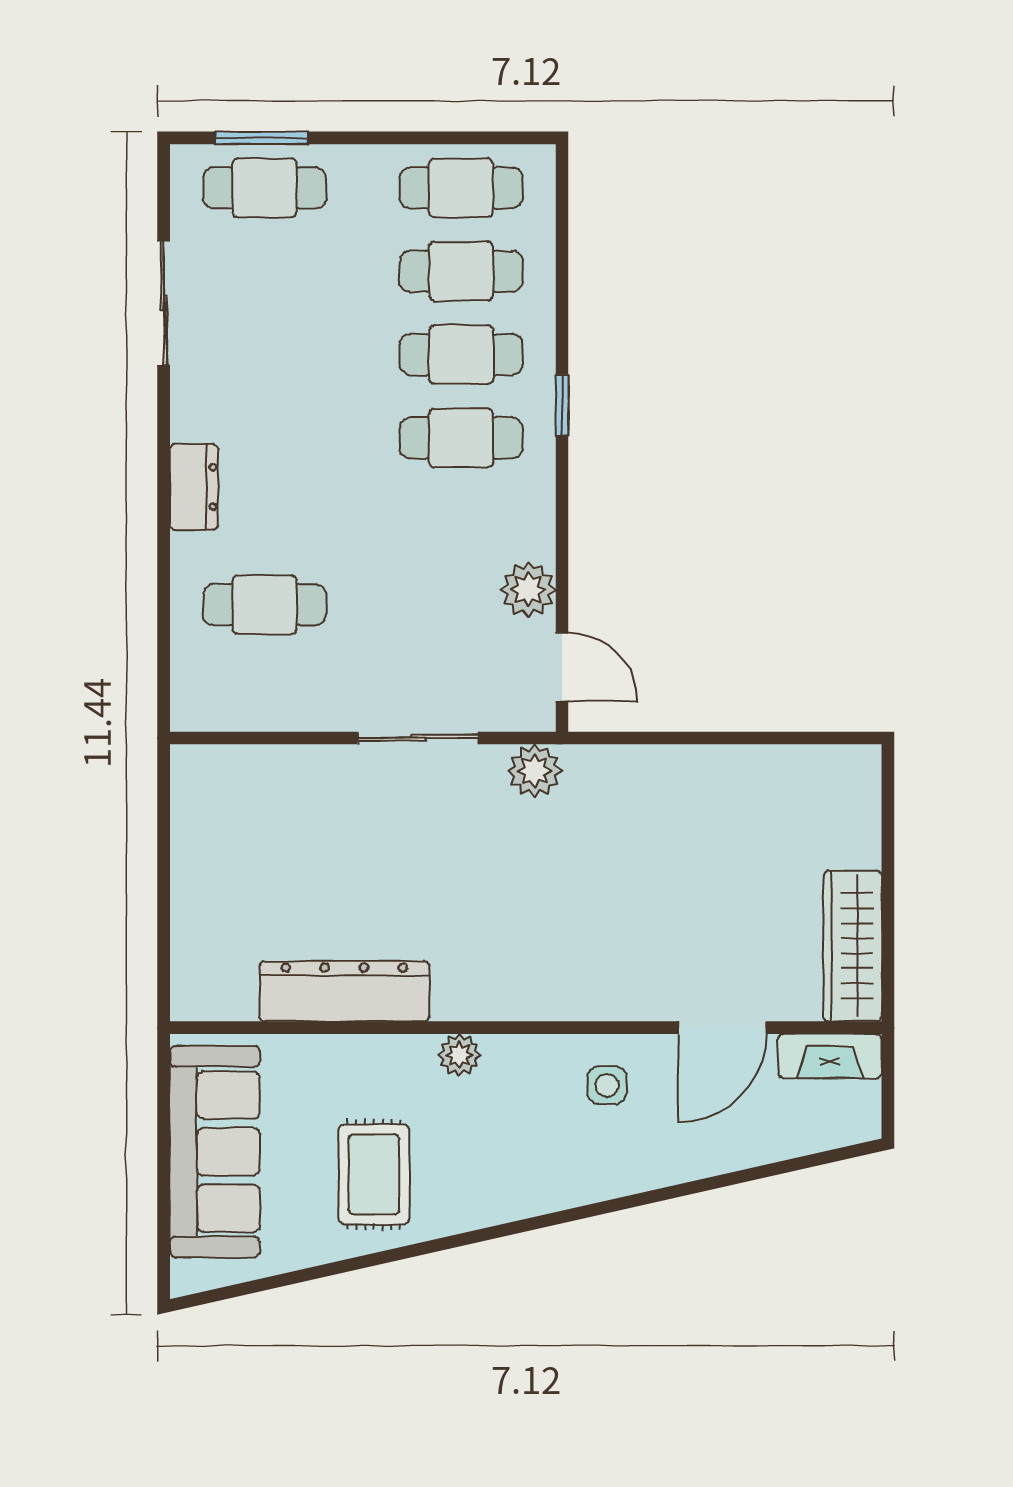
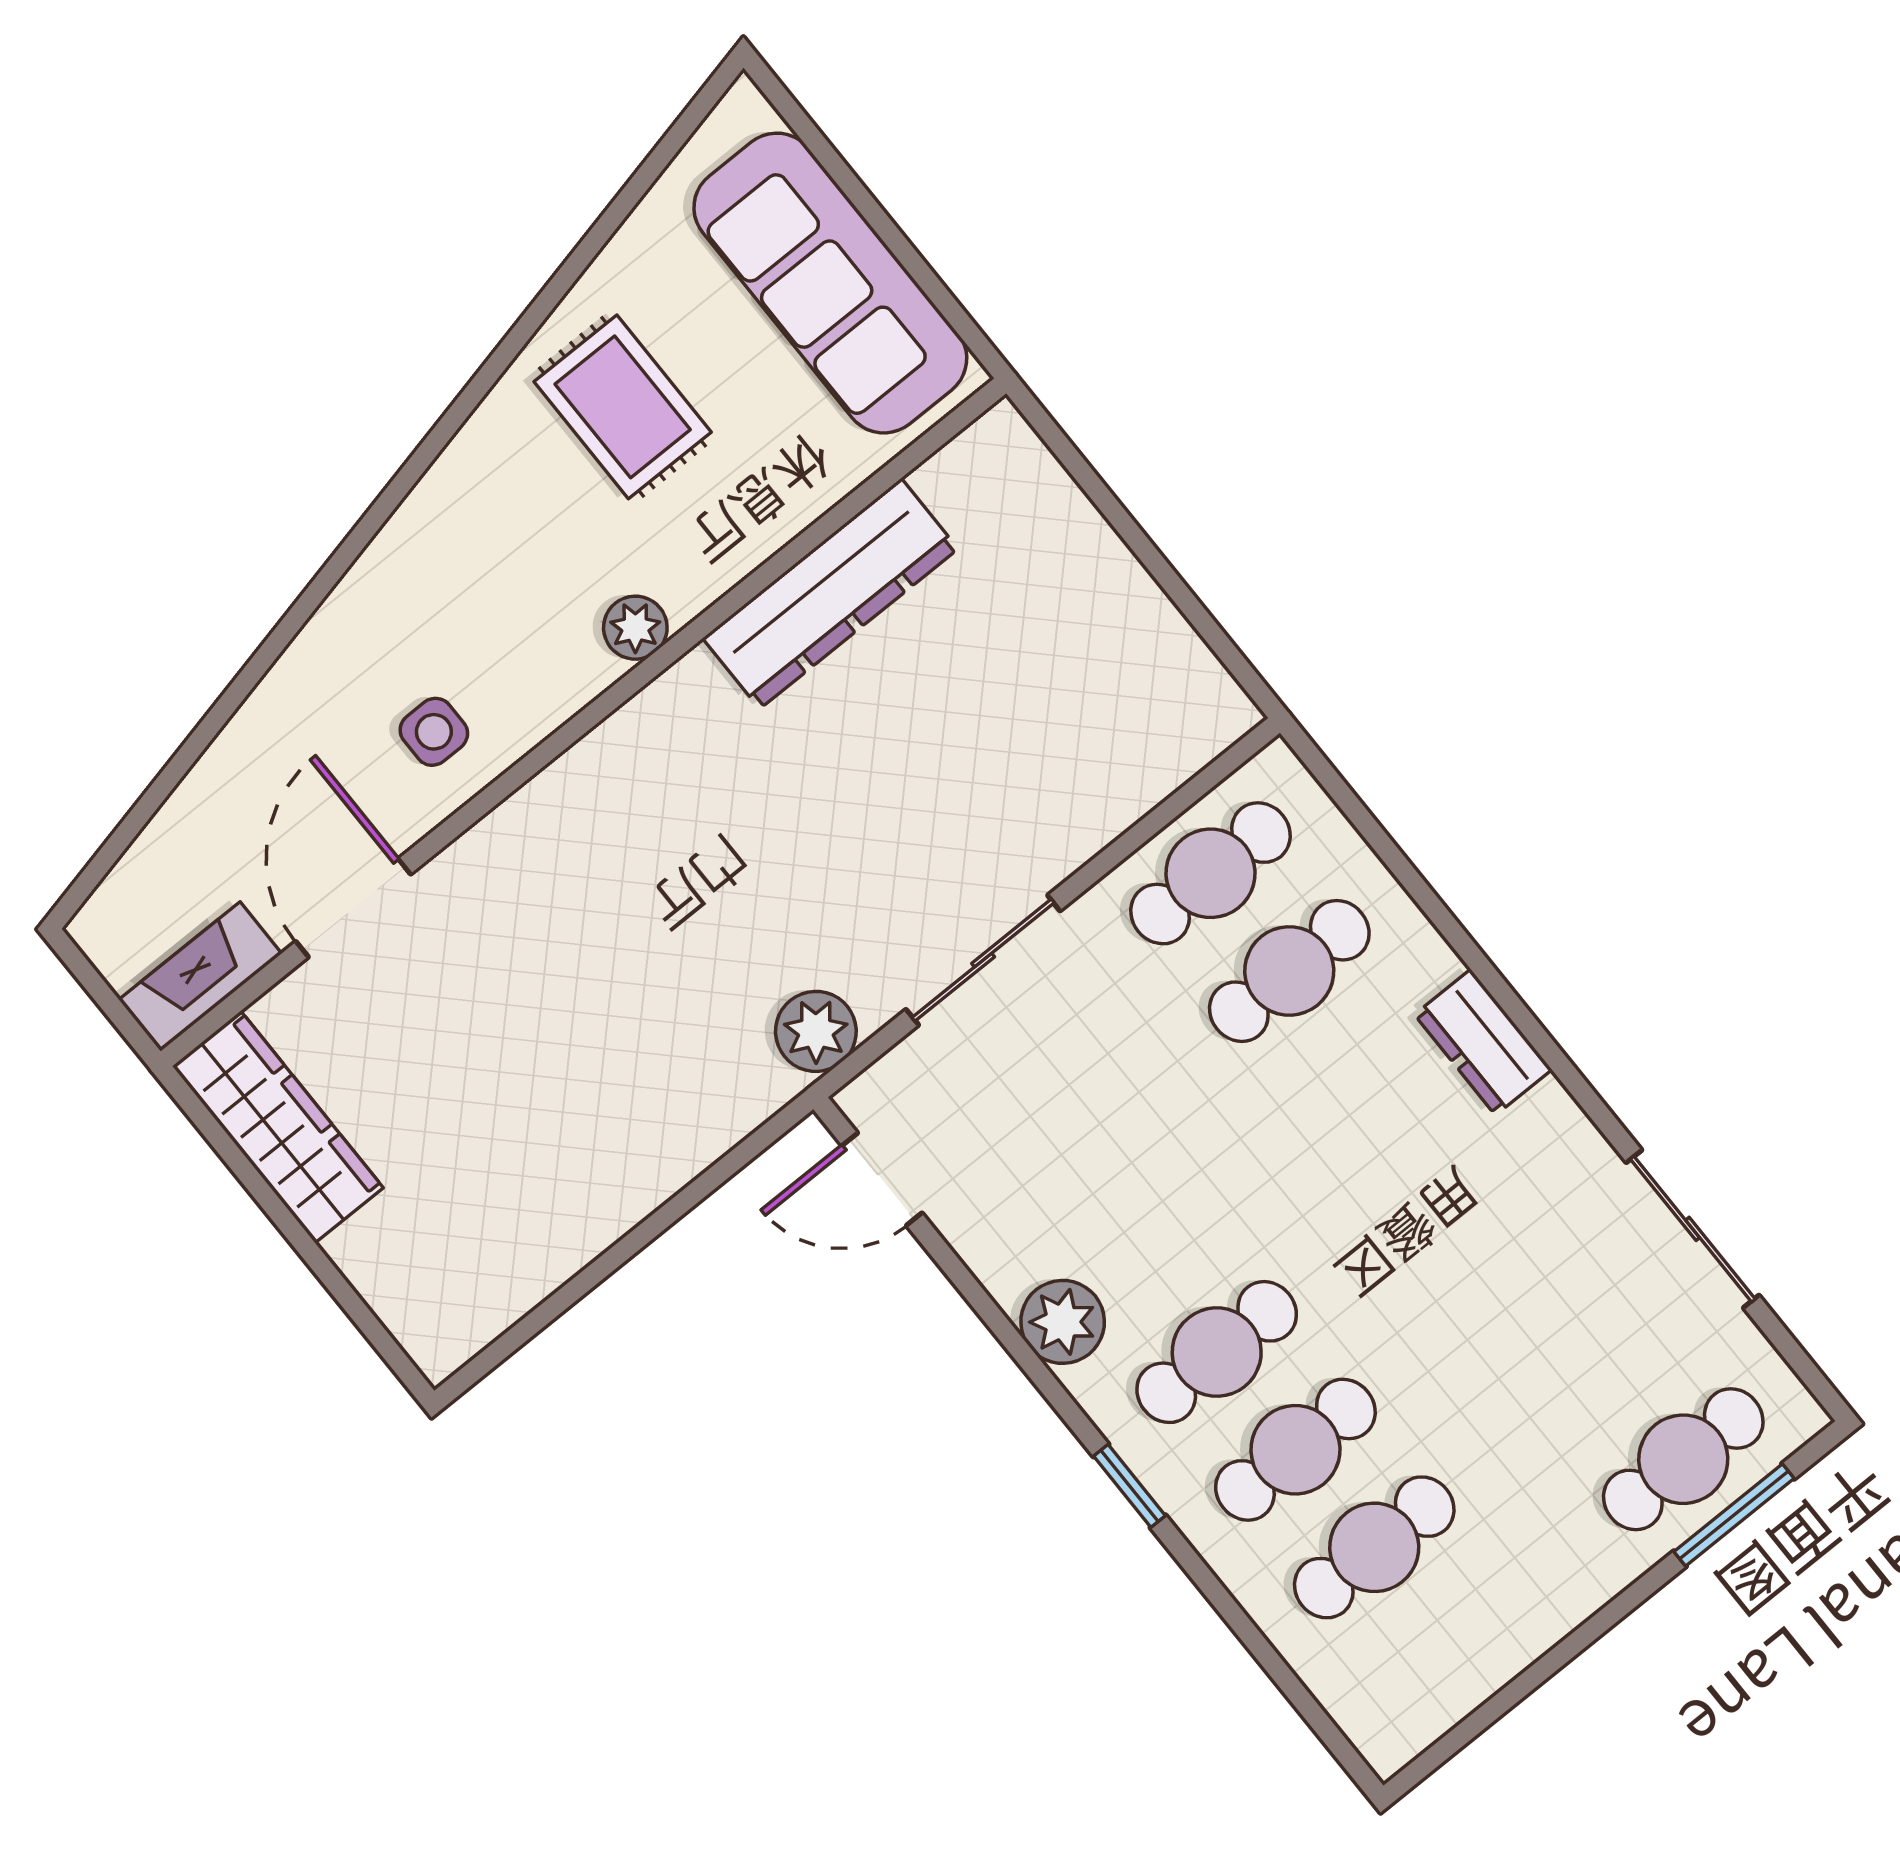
cafe table: (461, 188) -> (1211, 873), moved
plant: (528, 589) -> (1063, 1322), moved

